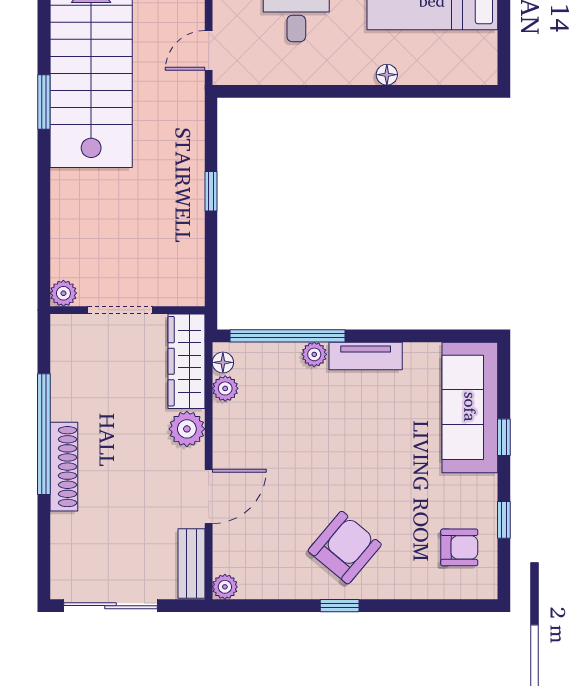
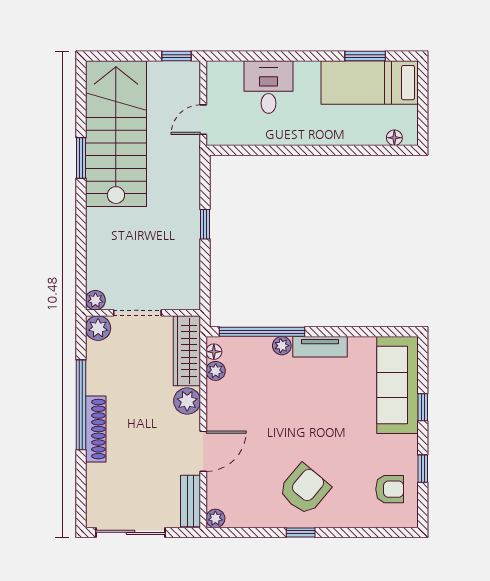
floor lamp: (387, 75) -> (394, 138), moved
plant: (67, 331) -> (98, 328), added

